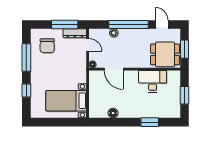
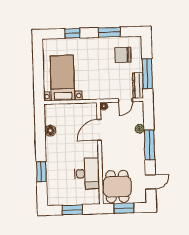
window: (129, 24) -> (149, 145), width x0.68
window: (26, 58) -> (109, 32), width x0.69

